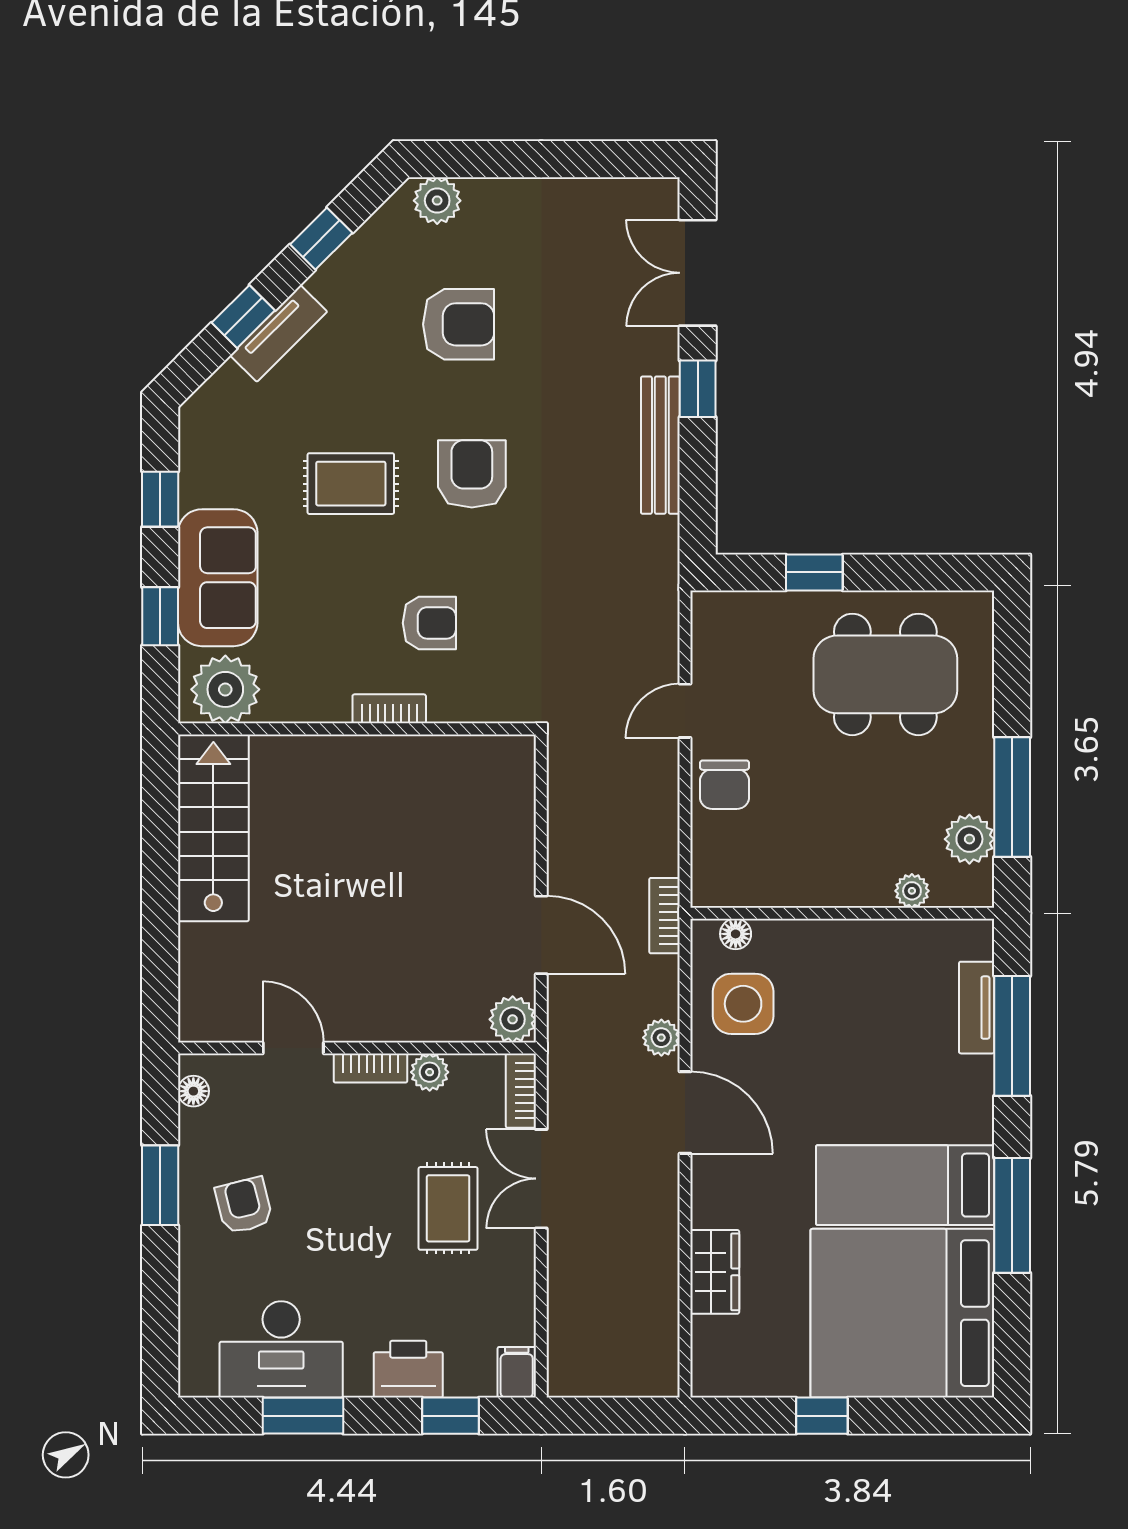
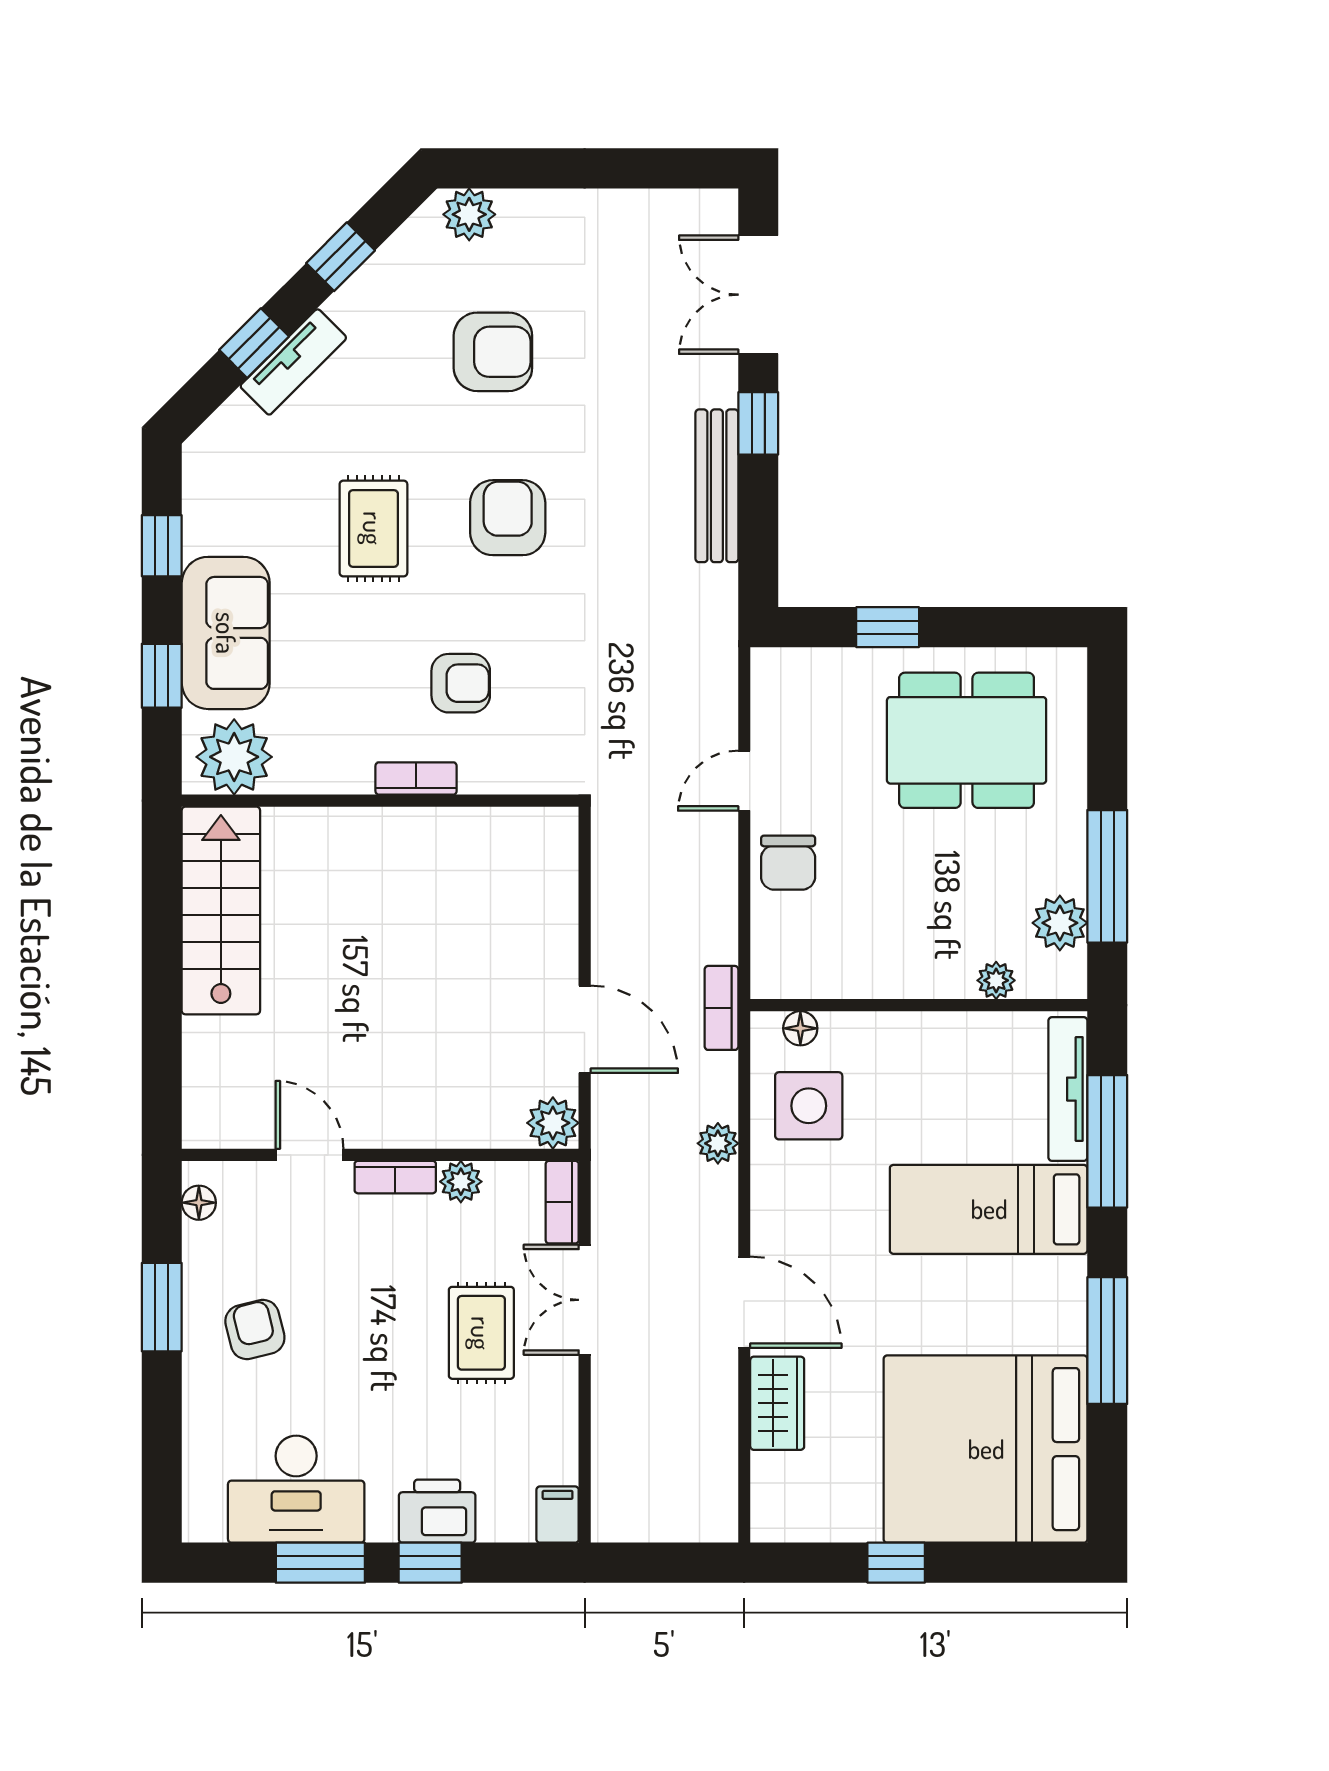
rug: (351, 484) -> (373, 528), turned 90
tv unit: (977, 1008) -> (1068, 1089), width x1.41
door: (685, 1113) -> (744, 1302), moved
bed: (905, 1185) -> (989, 1209), moved
window: (451, 1416) -> (430, 1563), moved

